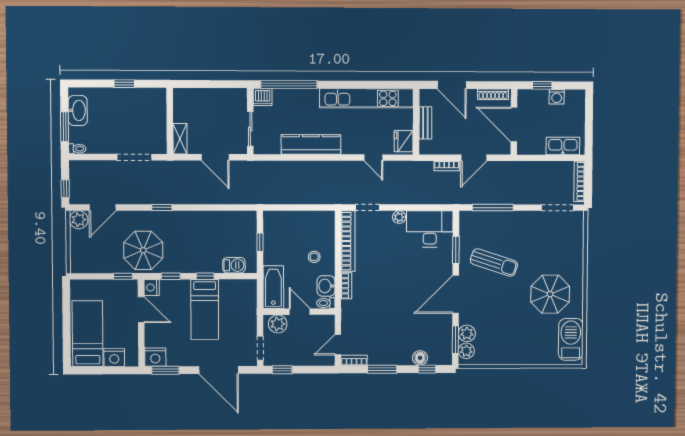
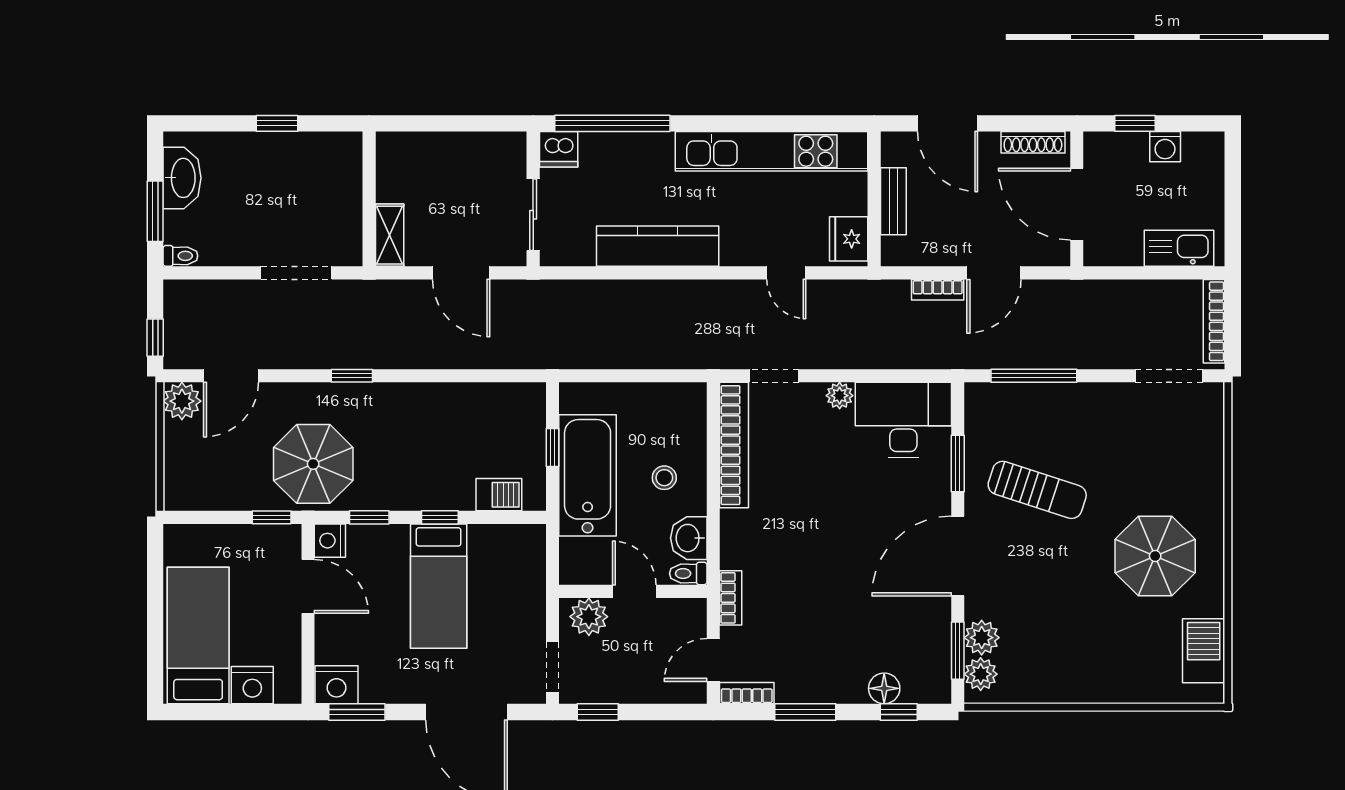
bookcase: (346, 286) -> (731, 598), moved
bathtub: (273, 287) -> (588, 475), moved, width x1.36, depth x1.36
barbecue: (571, 339) -> (1204, 651), width x0.73, depth x0.83

